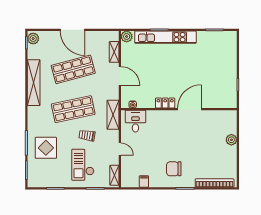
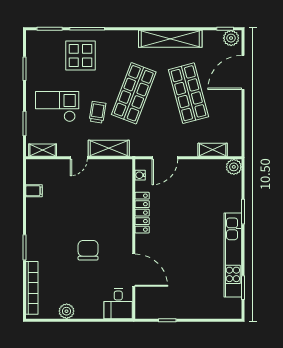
door: (72, 30) -> (243, 72), moved
kitchen unit: (165, 37) -> (233, 255), moved
door: (120, 76) -> (165, 158), moved
locker: (165, 103) -> (142, 213), width x1.53
shop shelf: (73, 109) -> (134, 93), turned 33
door: (190, 109) -> (134, 270), moved
shelving: (113, 115) -> (109, 148), moved
desk: (135, 121) -> (118, 304), moved, turned 90
plant: (231, 140) -> (67, 311), moved
chair: (174, 169) -> (88, 250), moved

